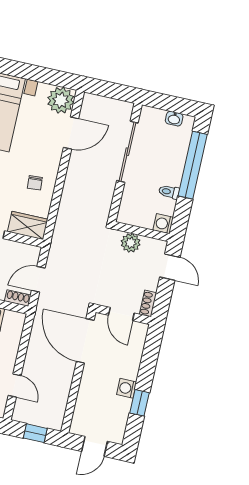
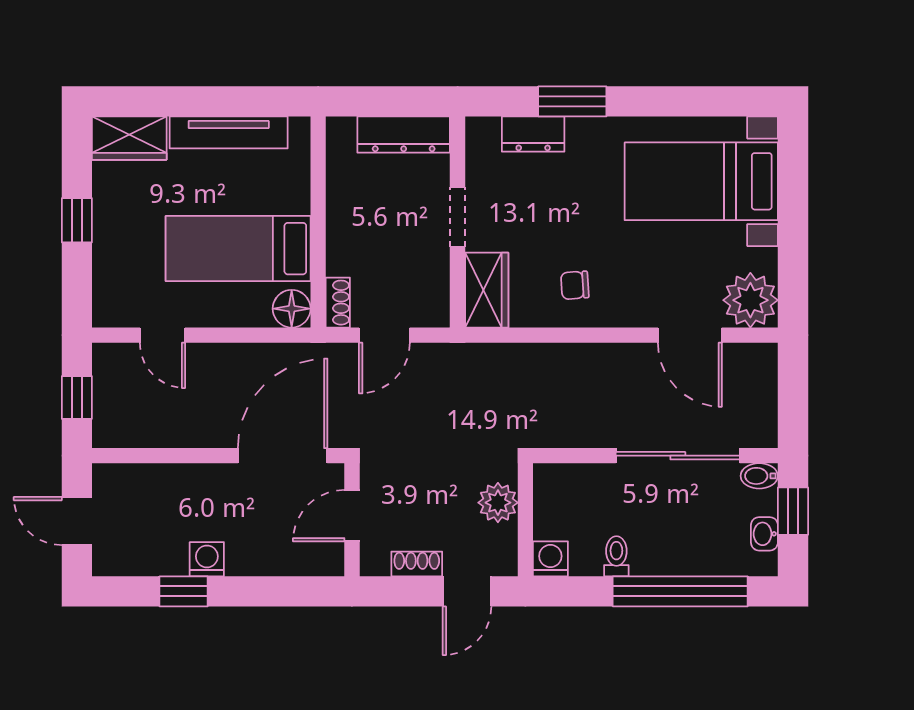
window: (166, 103) -> (793, 511), added
bidet: (146, 115) -> (759, 476), added
door: (38, 279) -> (384, 335), swing flipped
shoe rack: (148, 303) -> (417, 564), moved
floor lamp: (16, 321) -> (292, 309), added
door: (15, 385) -> (162, 335), hinge flipped

